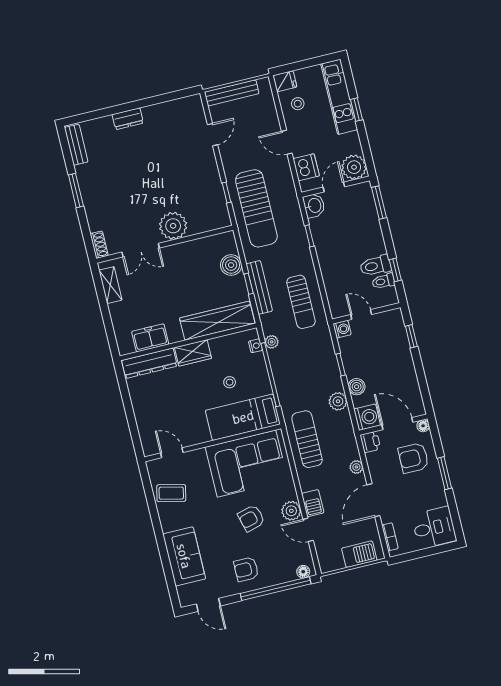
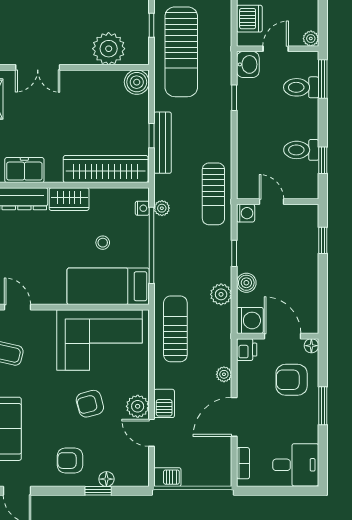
plant: (354, 167) -> (311, 38), width x0.53, depth x0.53
plant: (173, 226) -> (109, 49), moved
boiler: (231, 265) -> (137, 82), moved
toilet: (383, 281) -> (301, 87), moved, width x1.37, depth x1.39
sun lounger: (301, 302) -> (213, 194), moved
barbecue: (359, 554) -> (167, 477), moved, width x0.73, depth x0.79
floor lamp: (303, 572) -> (106, 479), moved
window: (276, 589) -> (98, 491), width x0.32

